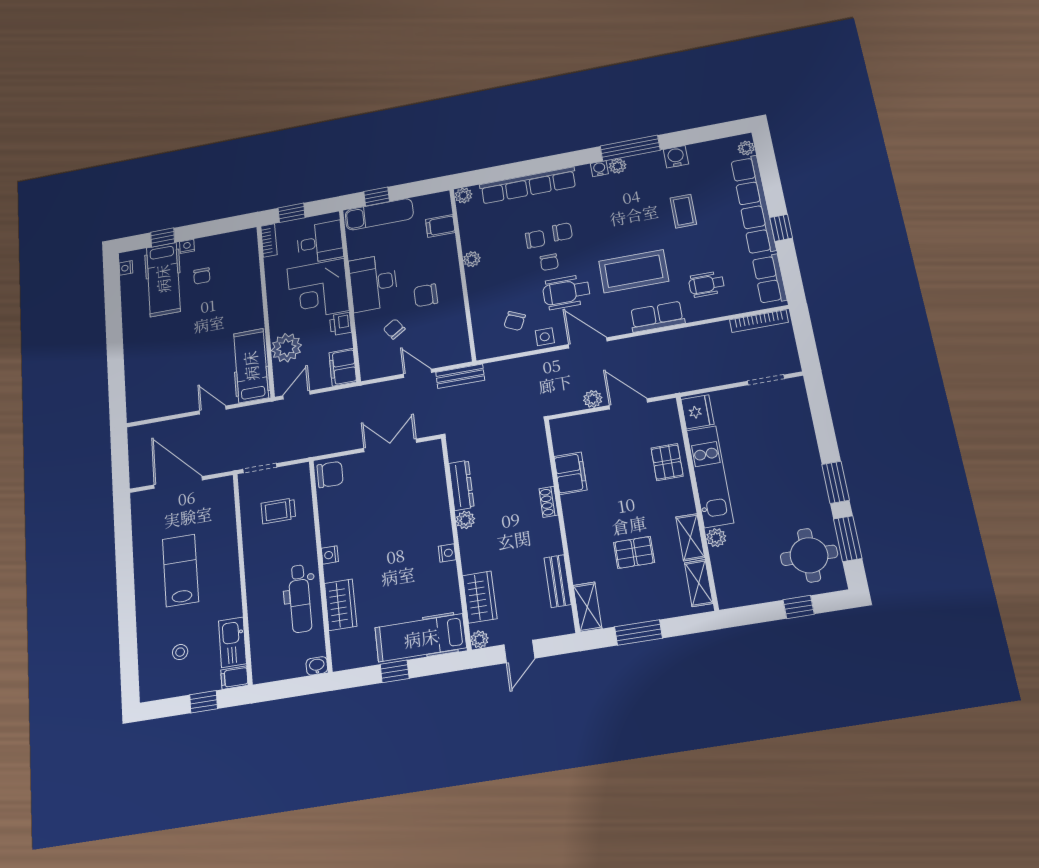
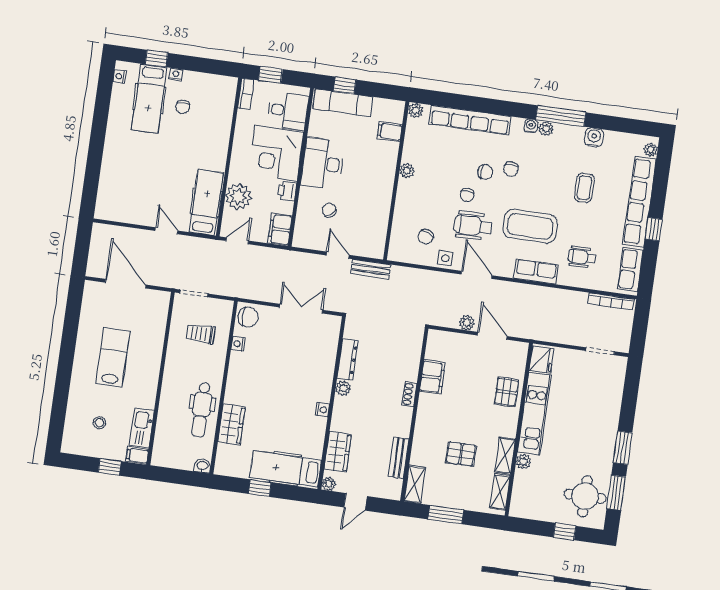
chair: (535, 239) -> (511, 169), moved, turned 90
chair: (426, 295) -> (362, 190), removed
nightstand: (330, 555) -> (238, 344), moved

